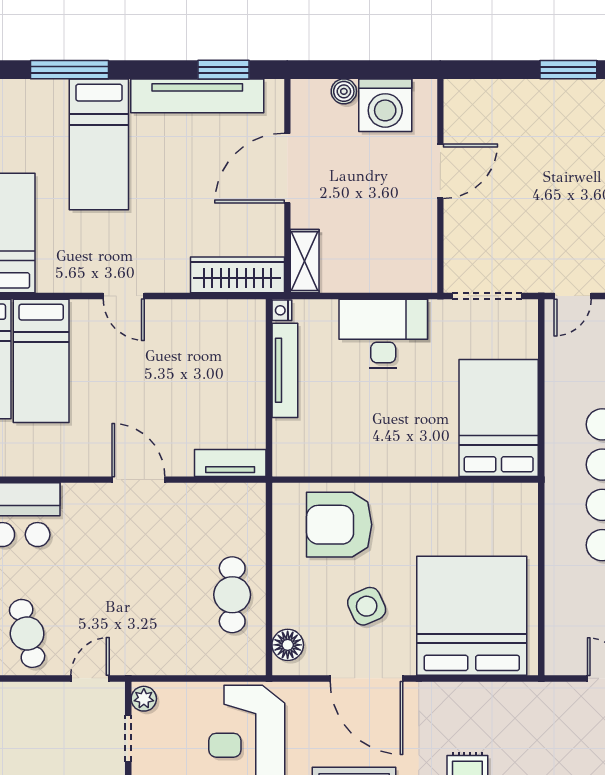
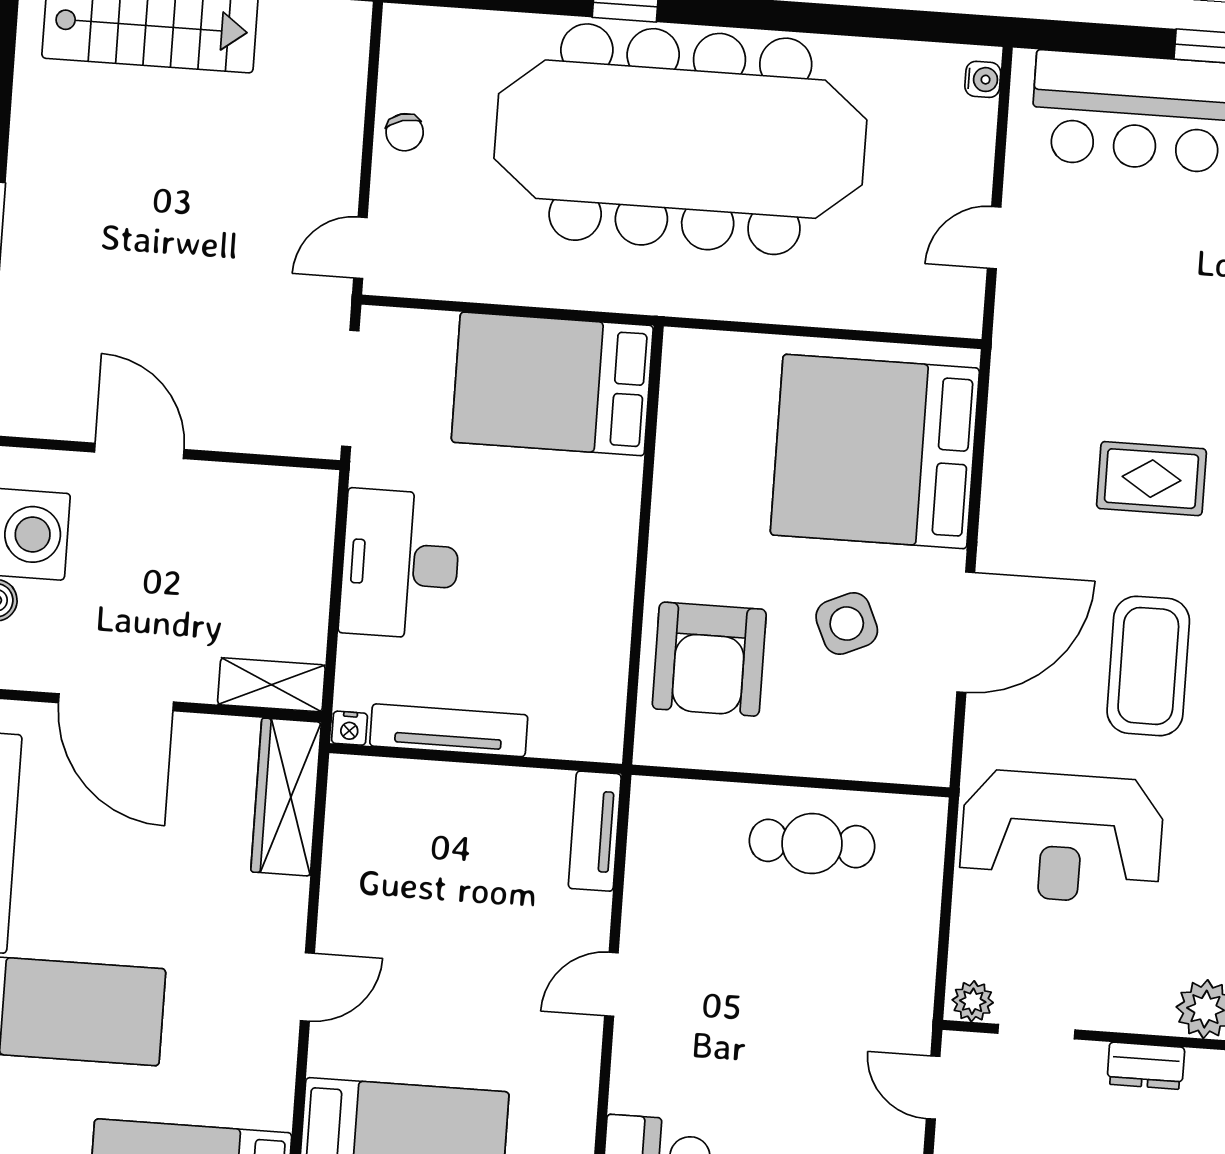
door: (573, 296) -> (360, 248), swing flipped
door: (138, 480) -> (611, 984), width x0.73
floor lamp: (288, 645) -> (901, 758), removed

